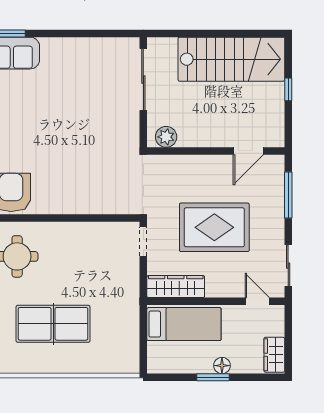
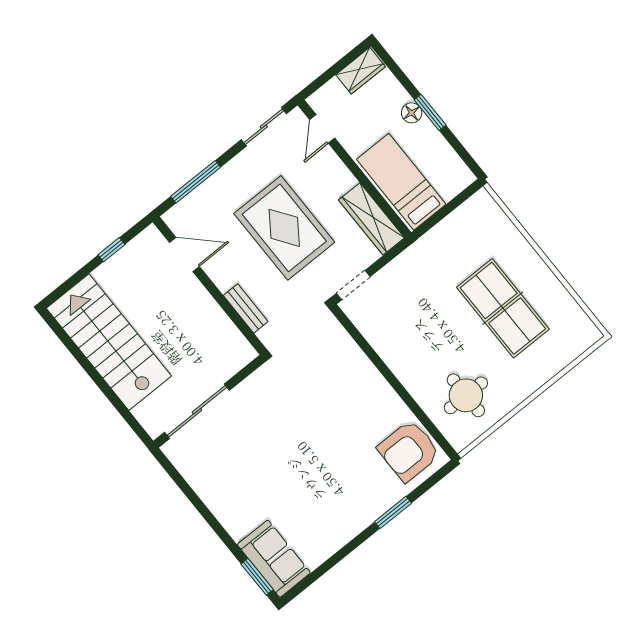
window: (288, 89) -> (111, 250), moved
plant: (166, 137) -> (235, 345), removed
bench: (183, 162) -> (246, 308), added

